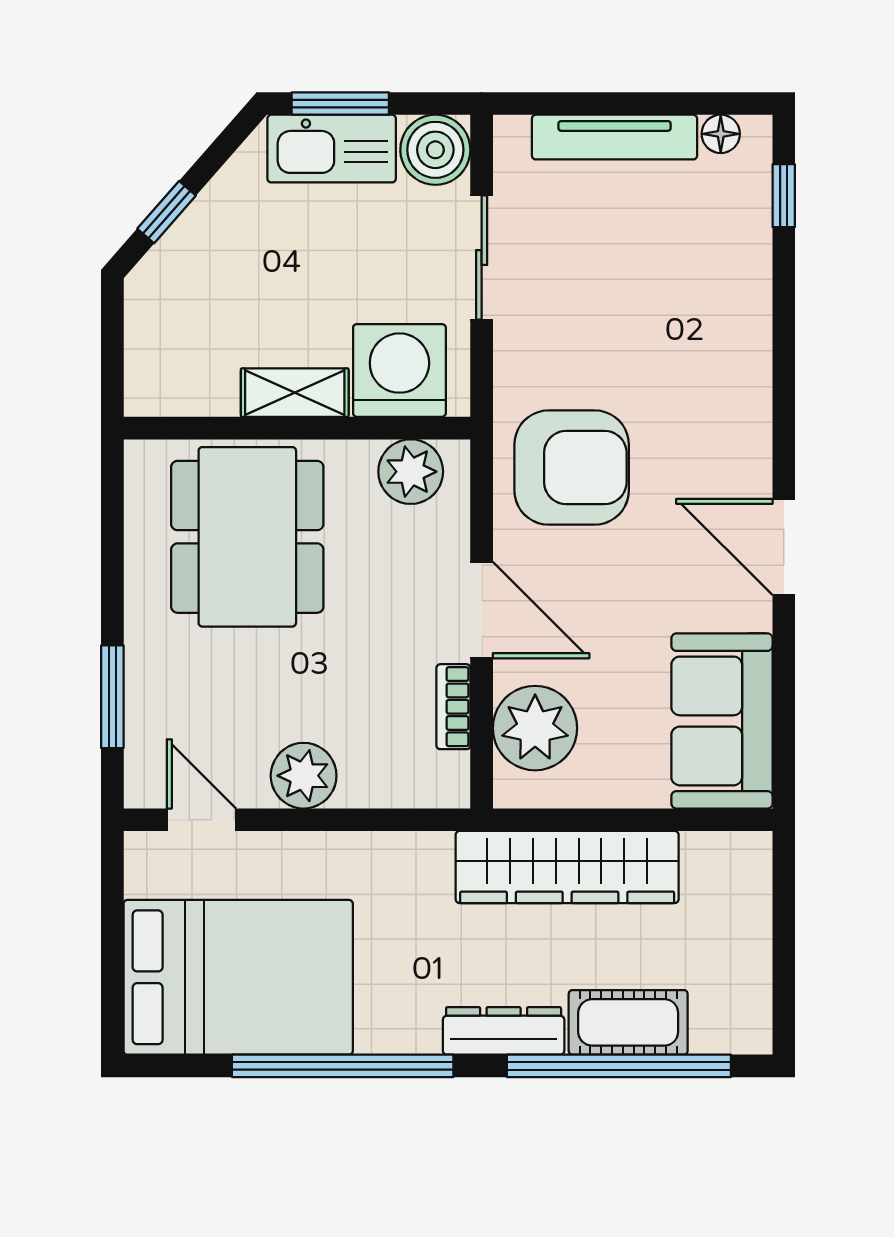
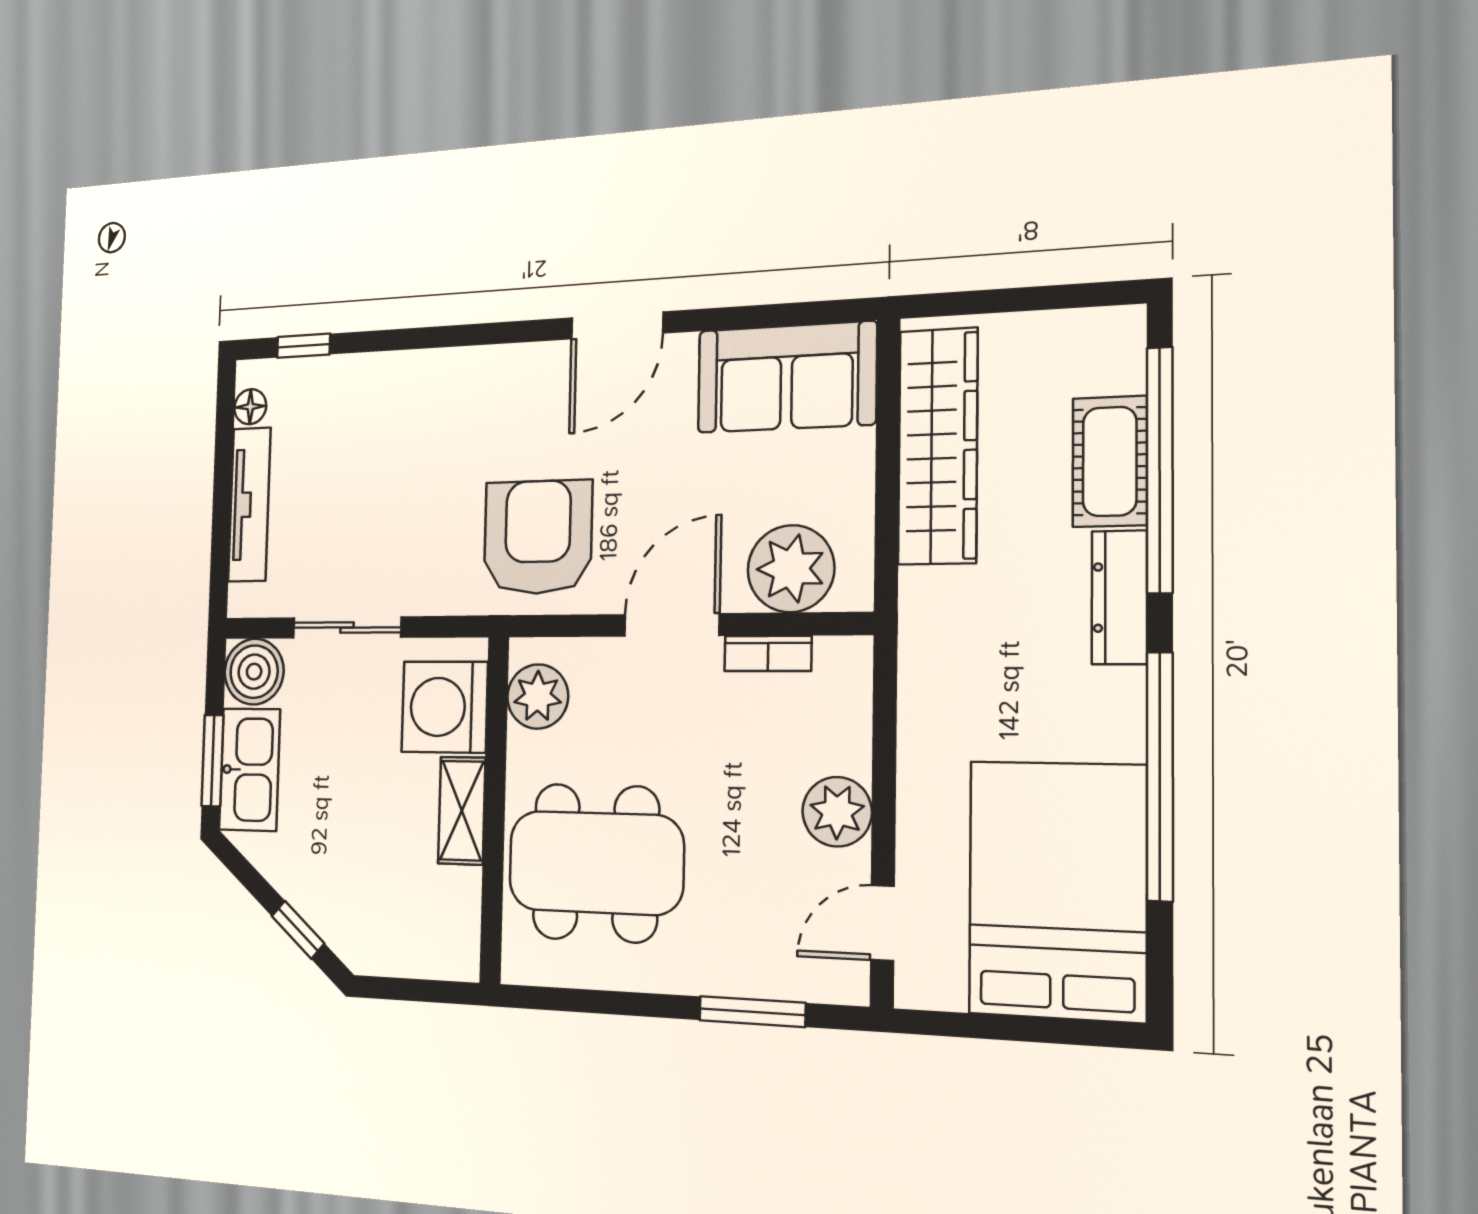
wardrobe: (567, 867) -> (938, 446), moved

